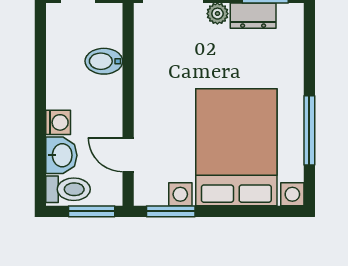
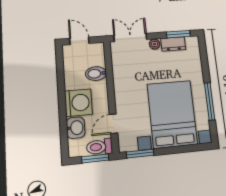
washing machine: (58, 122) -> (78, 103), width x1.89, depth x1.89
door: (128, 155) -> (113, 124), hinge flipped
toilet: (68, 189) -> (99, 147), moved, turned 180

